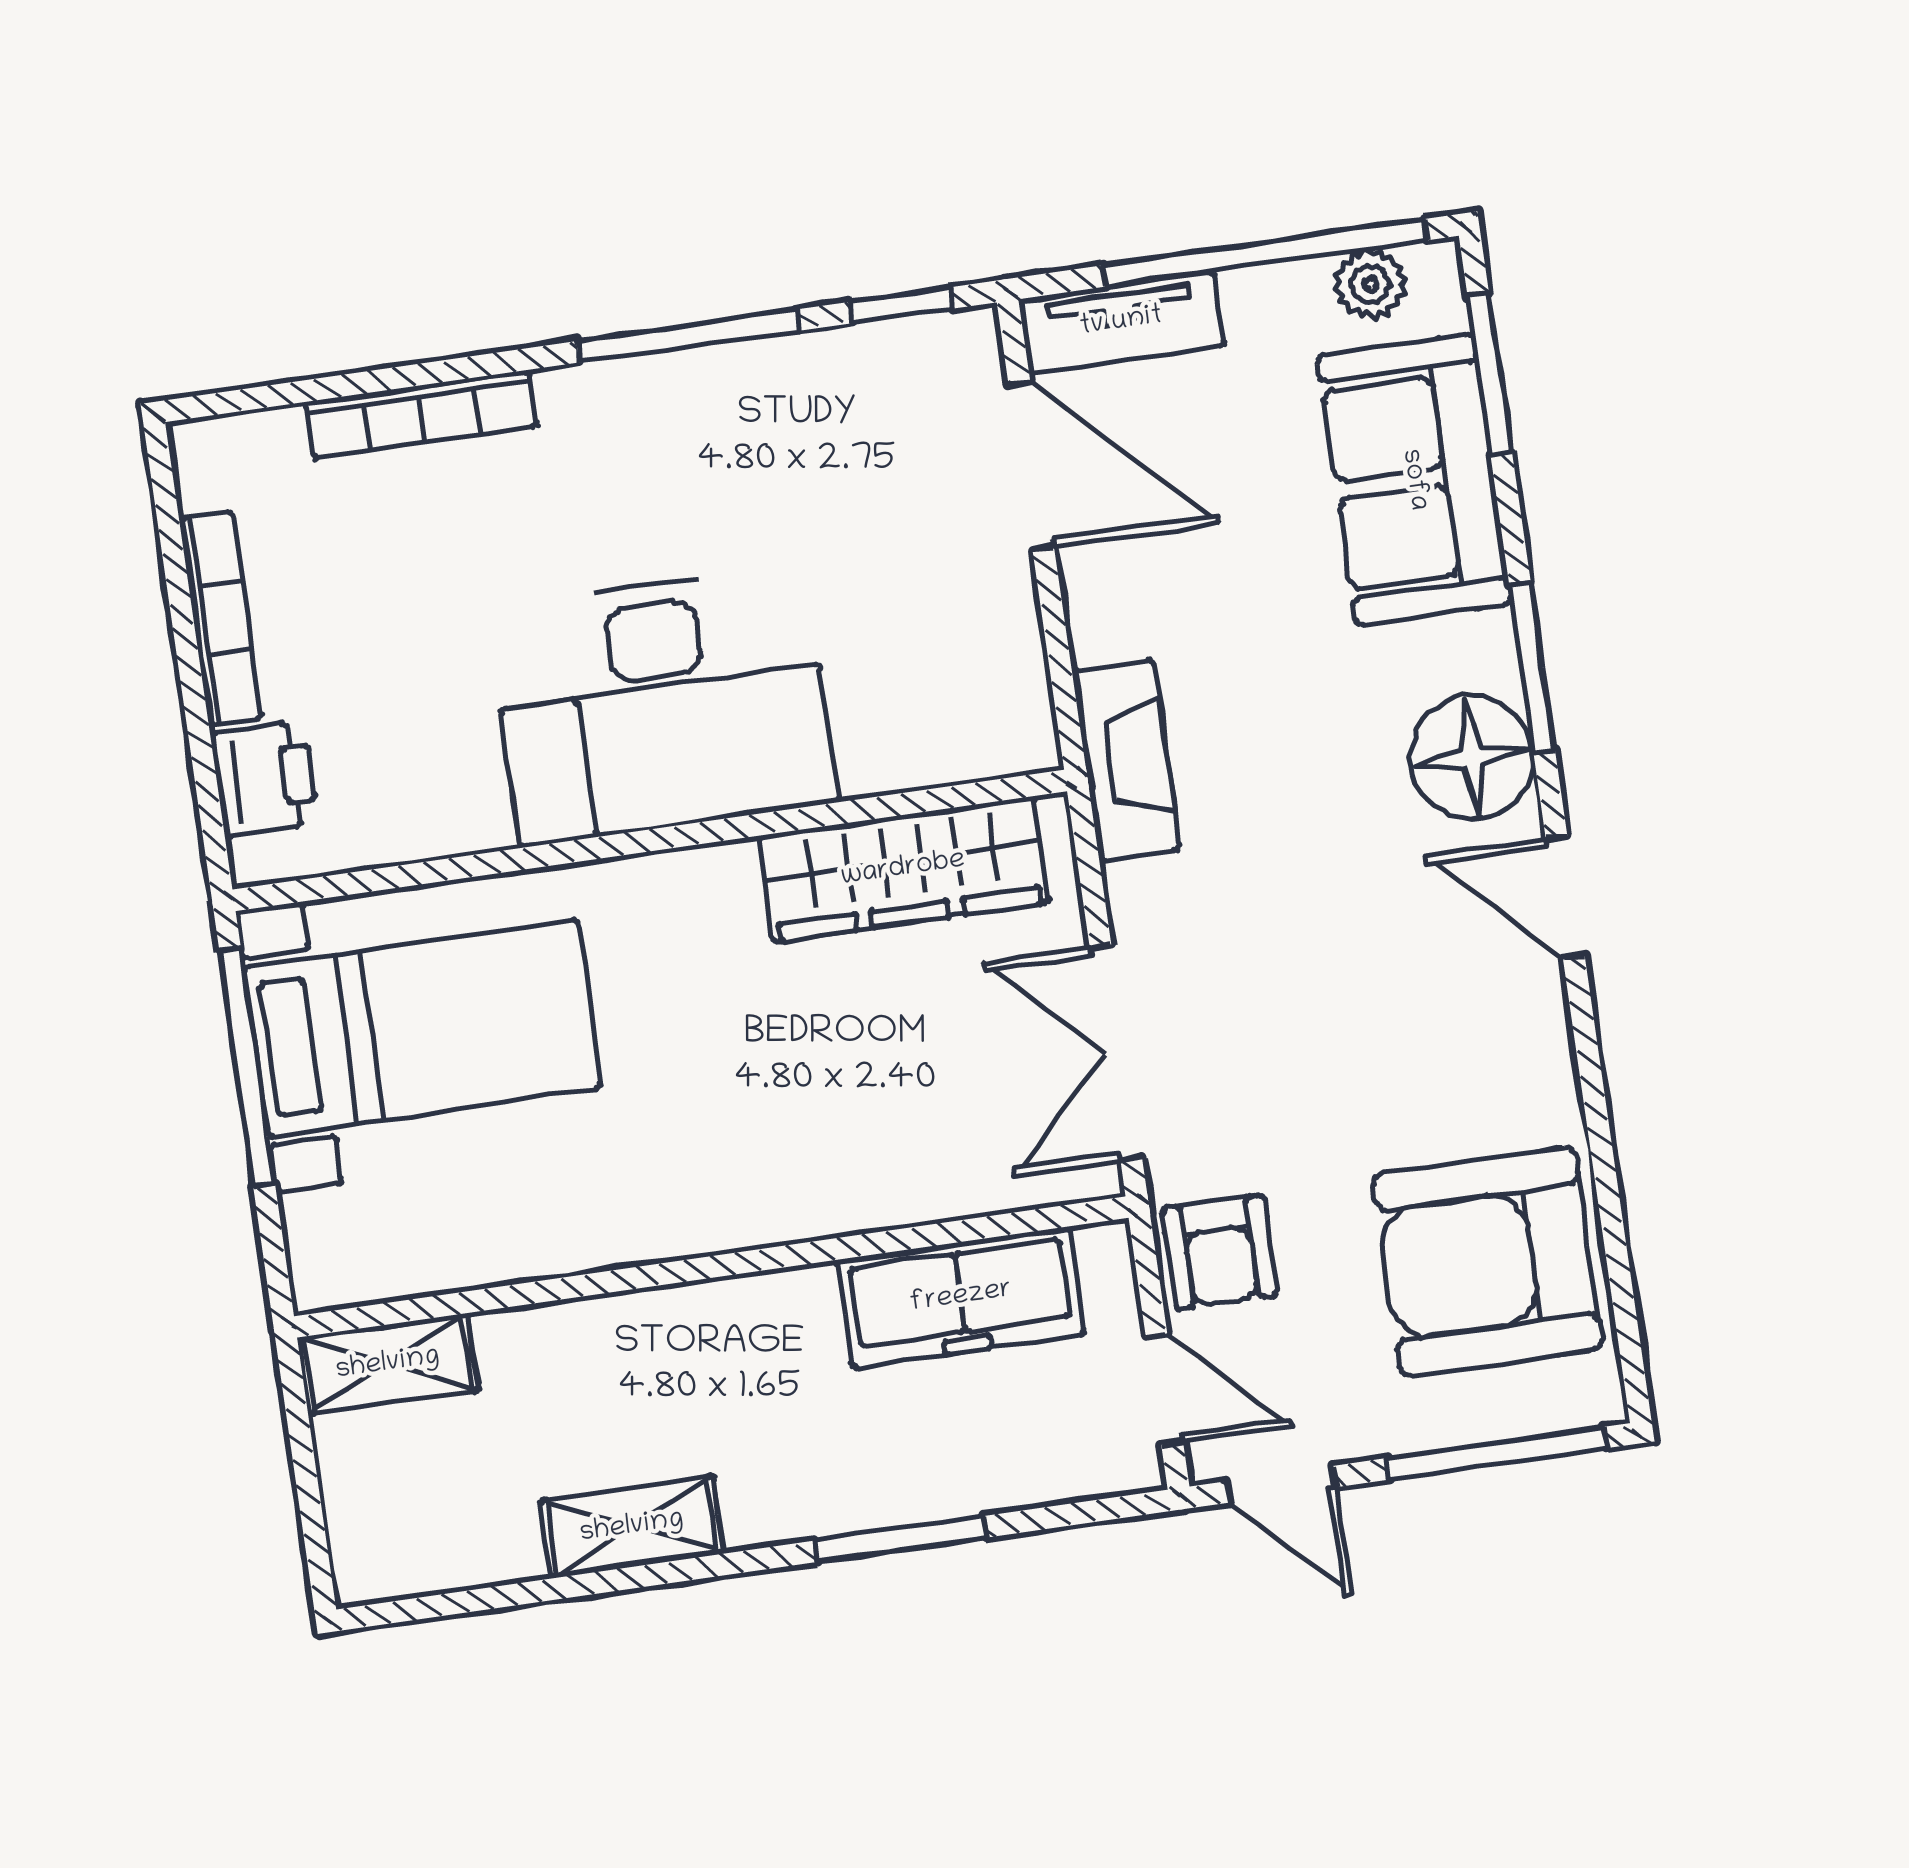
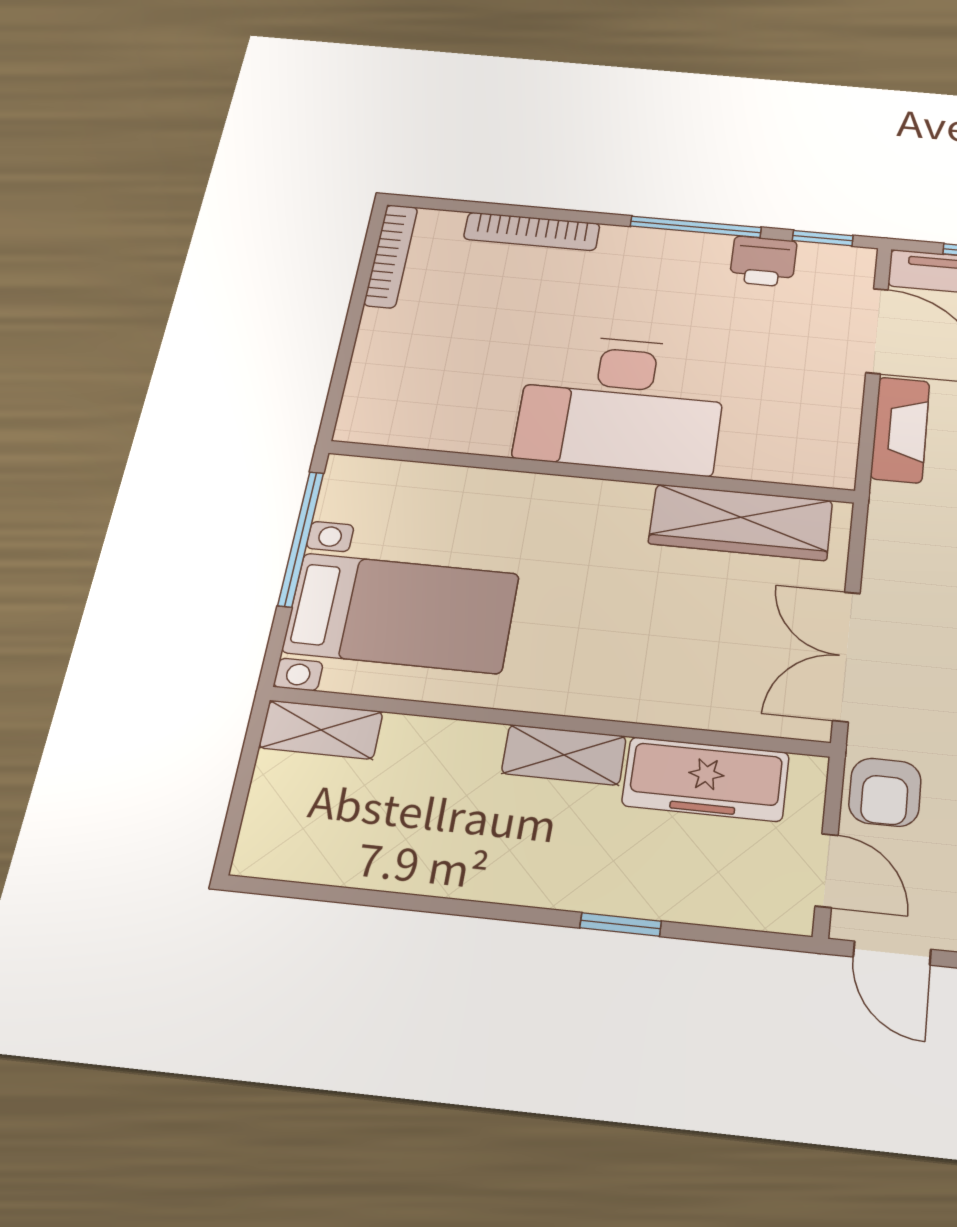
bookcase: (220, 619) -> (391, 256), moved
fireplace: (1126, 760) -> (900, 430), moved
printer: (265, 779) -> (763, 261), moved, turned 90
bed with nightstands: (423, 1028) -> (401, 613), moved
shelving: (632, 1527) -> (564, 755), moved
window: (900, 1539) -> (621, 924), width x0.67

